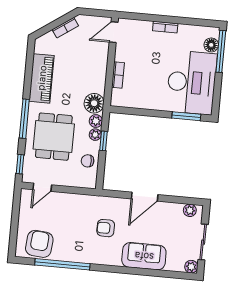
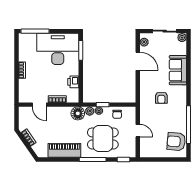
door: (114, 32) -> (39, 105), moved
floor lamp: (211, 45) -> (31, 38), removed
printer: (141, 101) -> (73, 82), added
door: (42, 187) -> (138, 131), moved
door: (145, 197) -> (138, 61), moved

